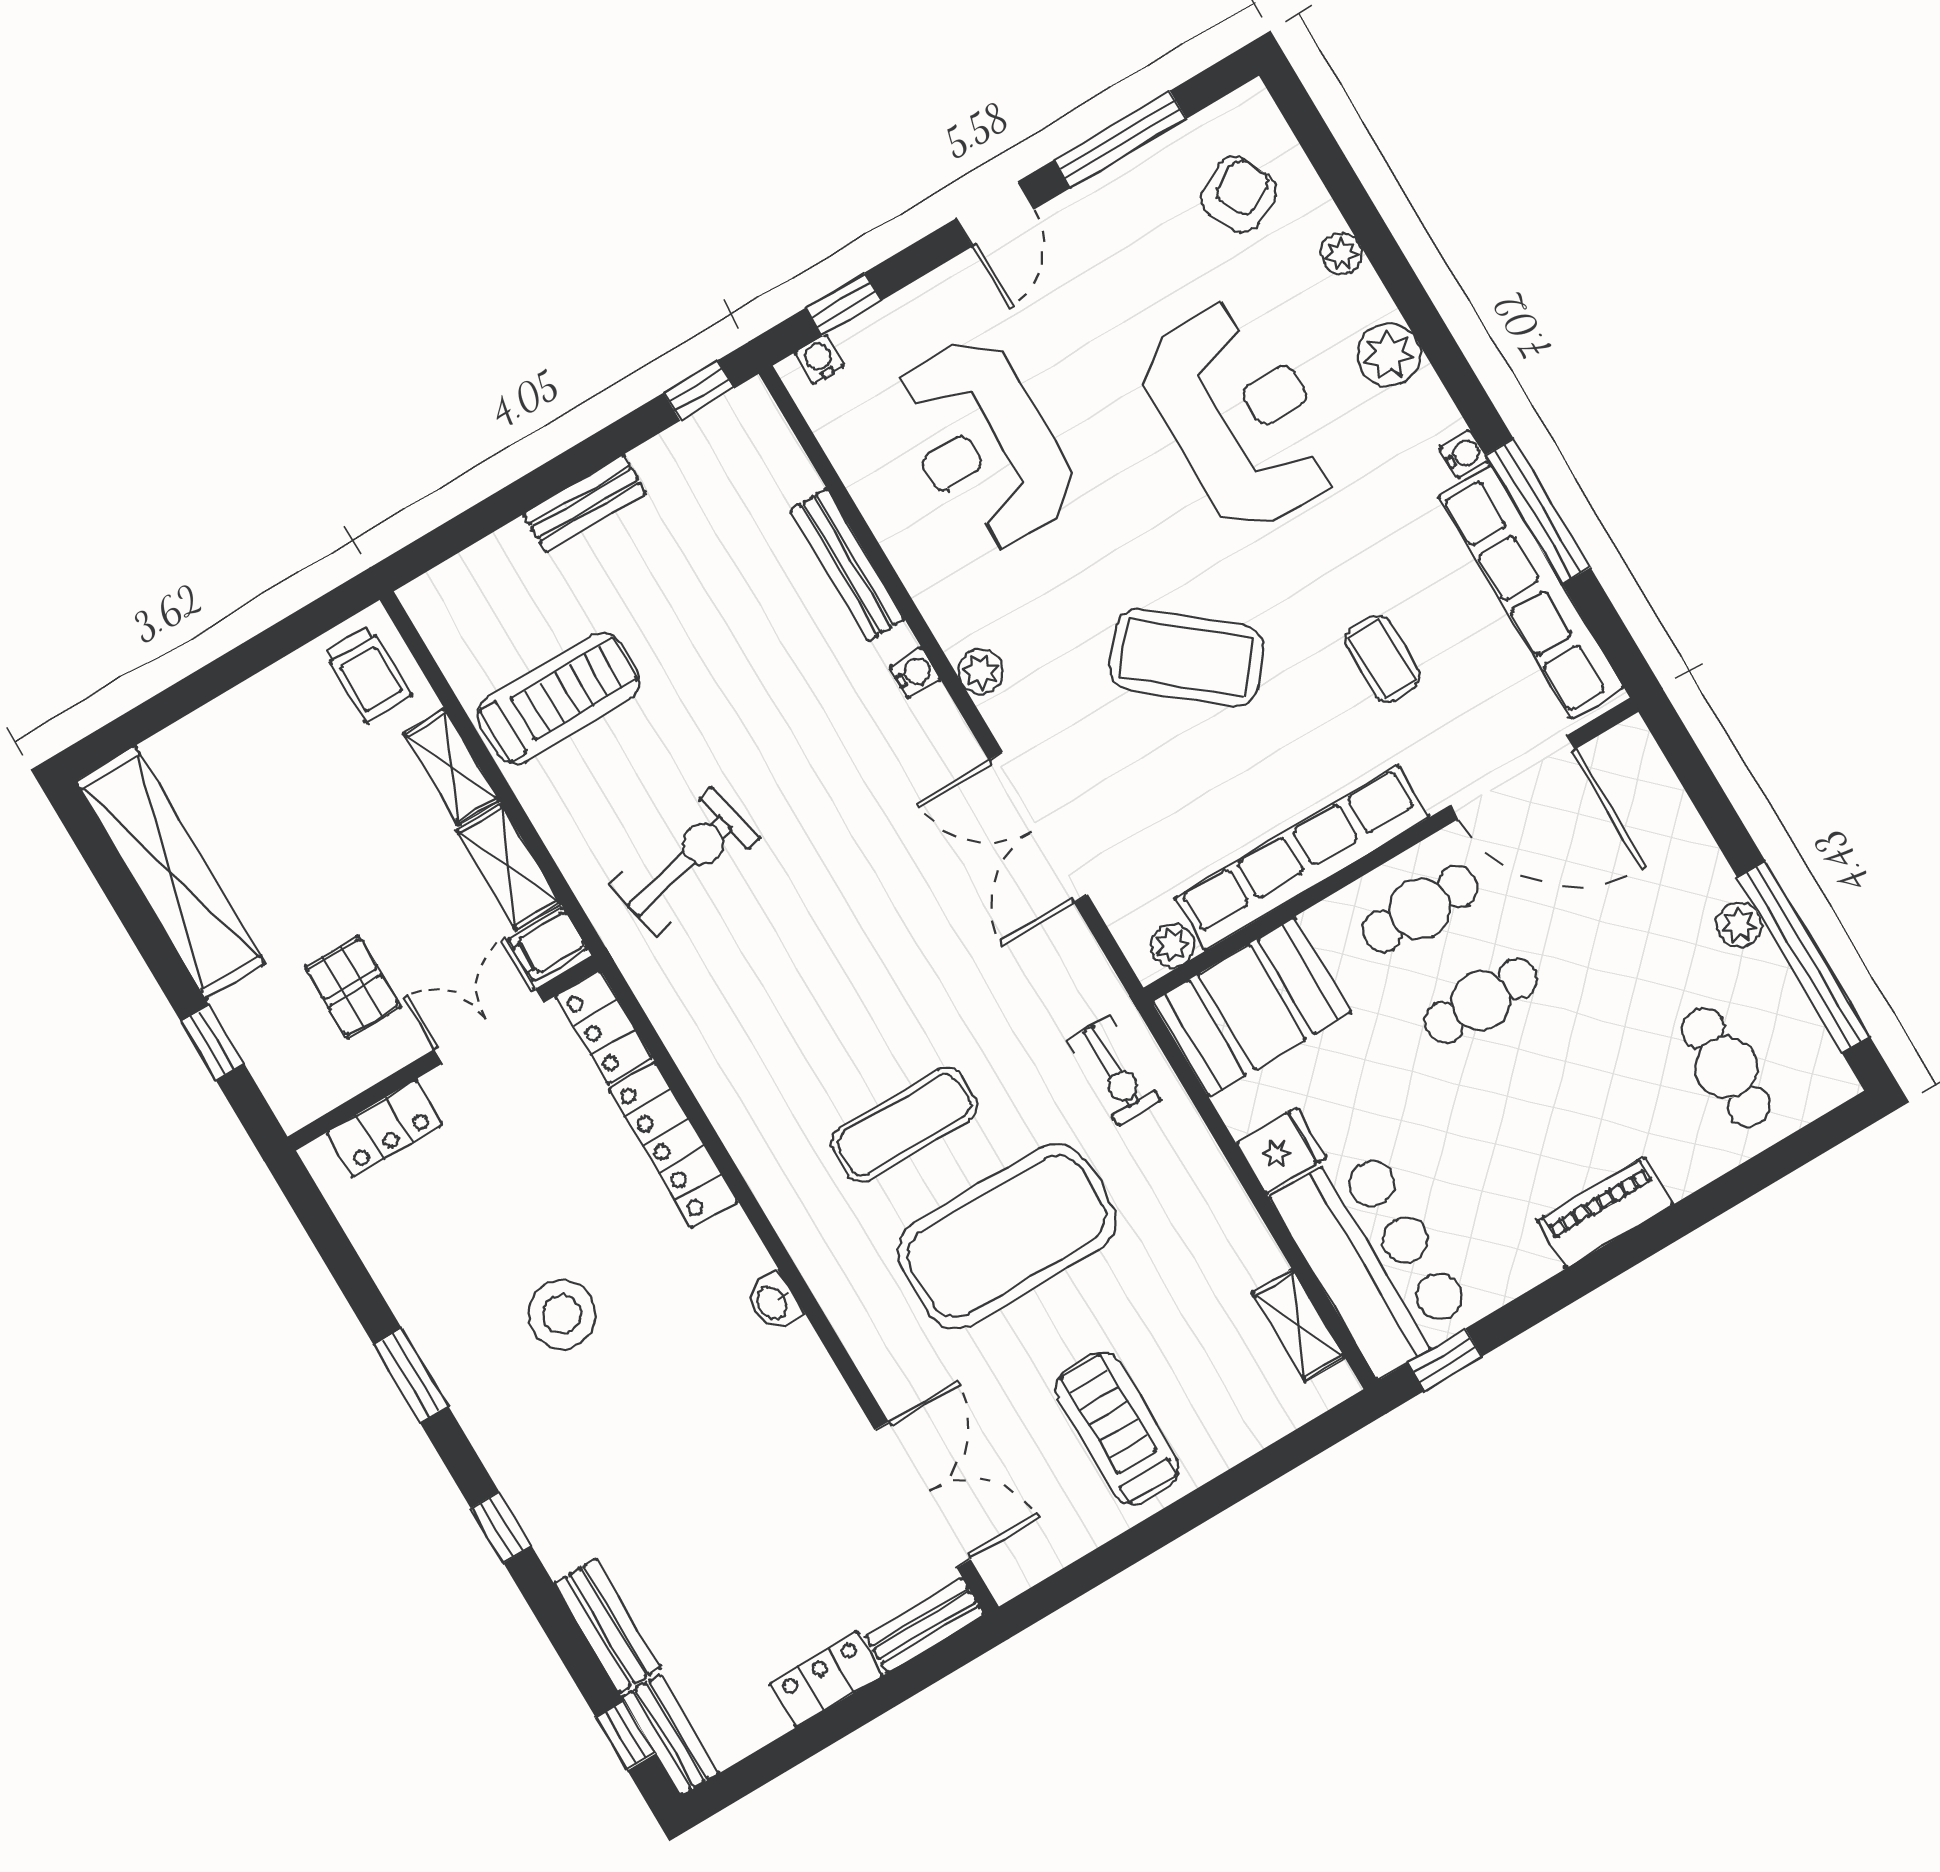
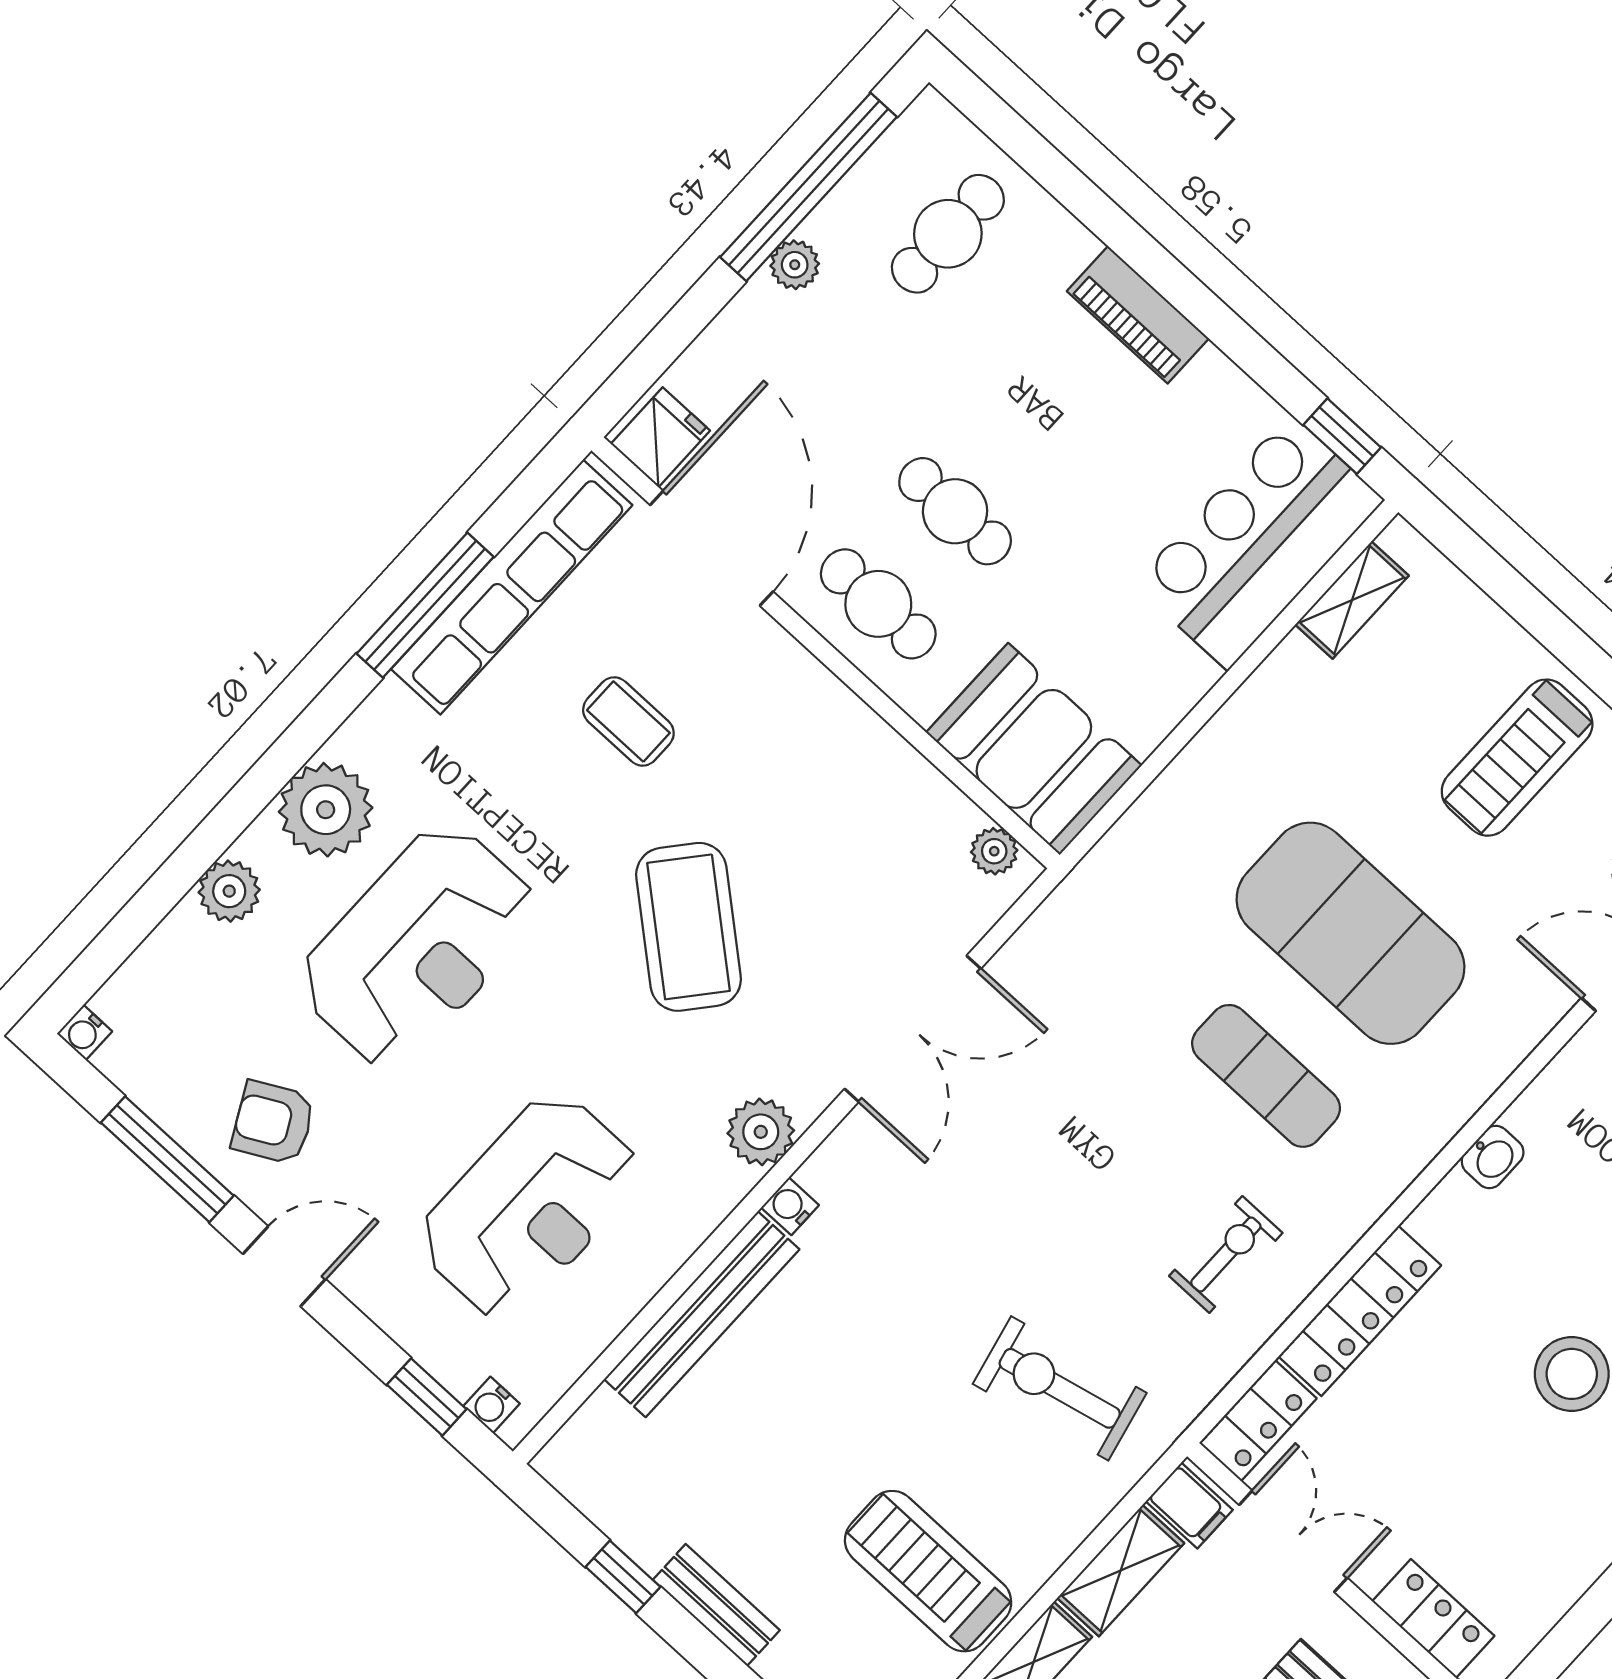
armchair: (1238, 194) -> (273, 1123), moved
plant: (1341, 254) -> (229, 891), width x1.38, depth x1.38
plant: (1389, 355) -> (326, 810), width x1.36, depth x1.36
window: (699, 391) -> (623, 1577), moved
reception desk: (1241, 415) -> (418, 946), turned 180
water cooler: (1464, 454) -> (84, 1032), moved, turned -90
bench: (847, 565) -> (702, 1314), width x1.37, depth x1.21
coffee table: (1382, 659) -> (628, 721), turned 90
plant: (981, 671) -> (761, 1132), width x1.38, depth x1.38
row of seats: (1302, 858) -> (862, 744), removed
double door: (489, 1026) -> (1293, 1541), swing flipped
exercise bike: (1114, 1071) -> (1226, 1254), moved
fridge: (1281, 1150) -> (660, 437), moved, turned 90

